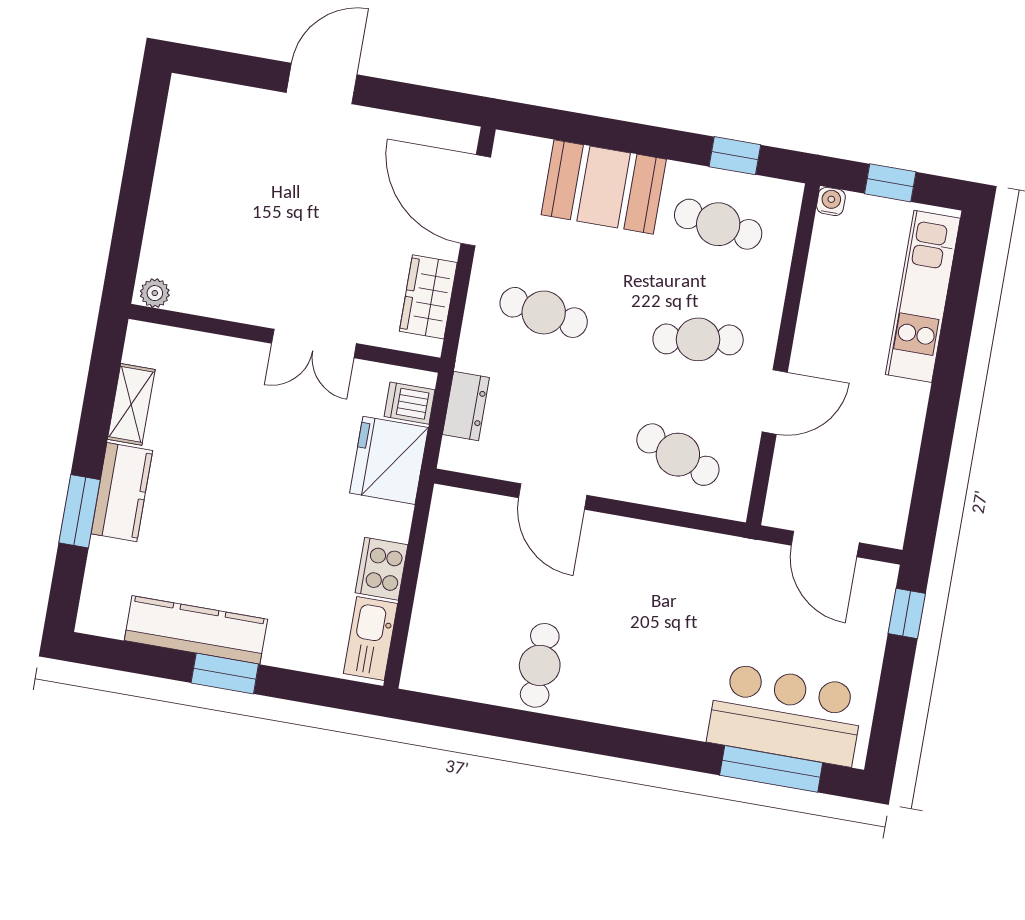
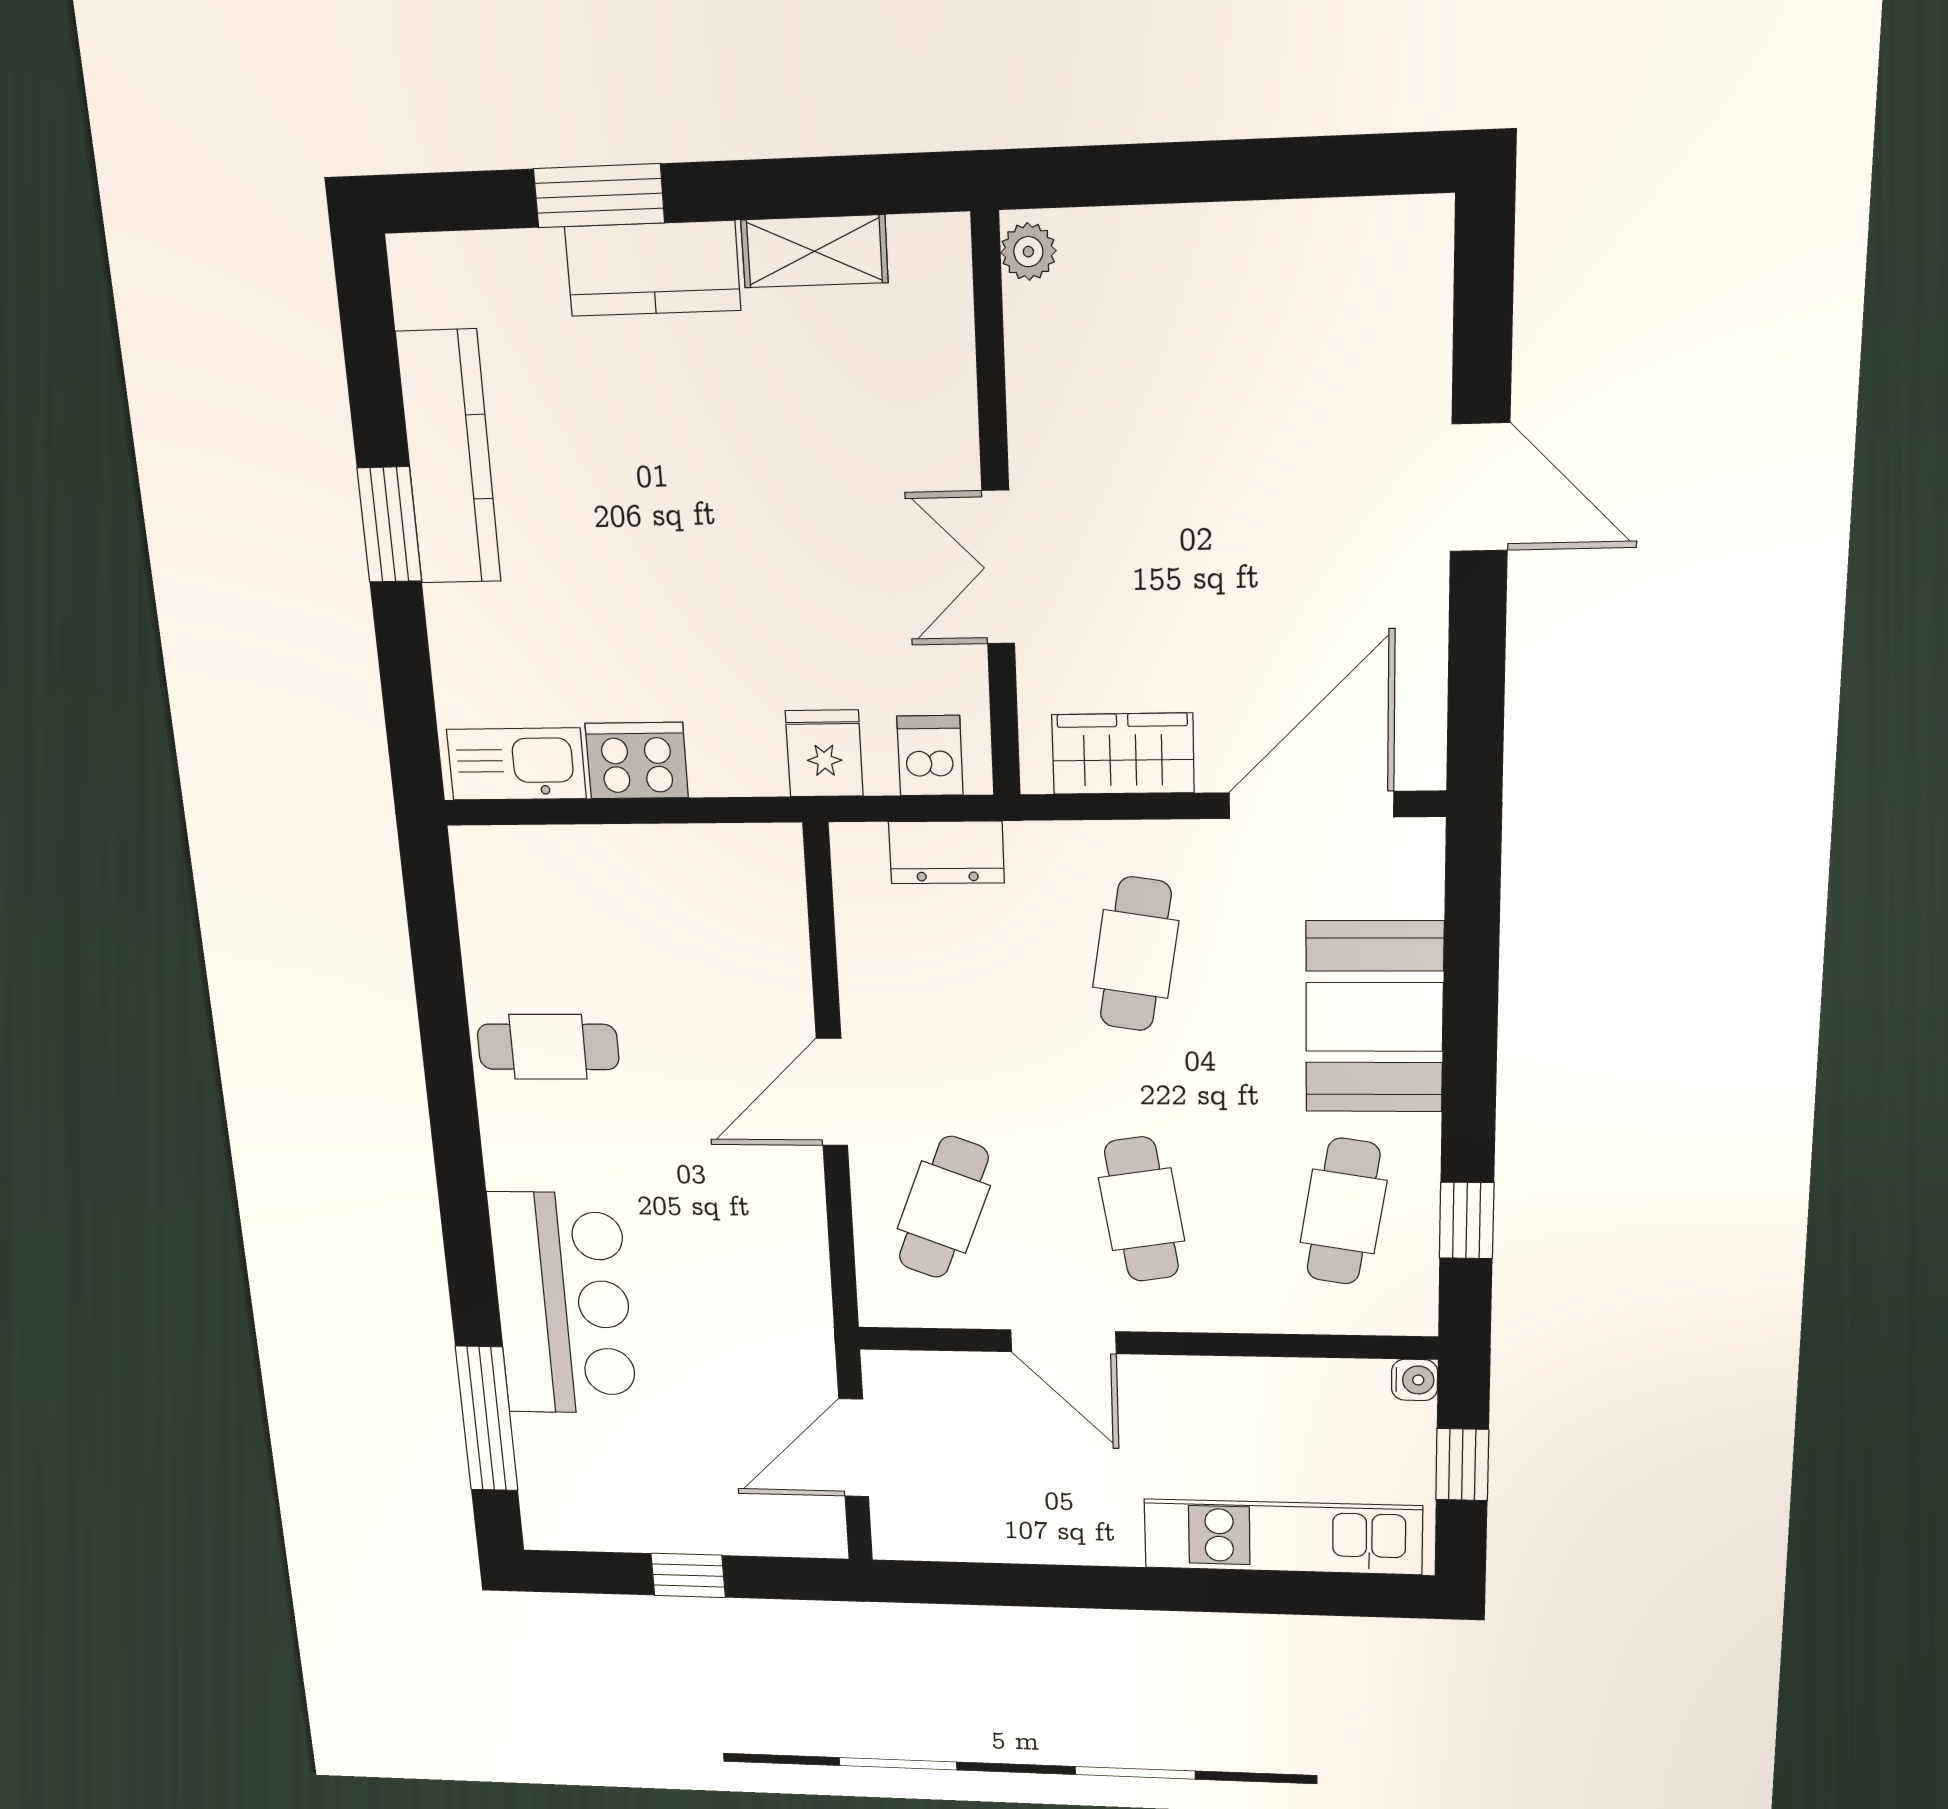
fridge: (389, 460) -> (824, 753), width x0.53, depth x0.75
door: (553, 496) -> (832, 1092), moved
window: (907, 614) -> (688, 1575), moved
bar counter: (786, 715) -> (563, 1304), moved

